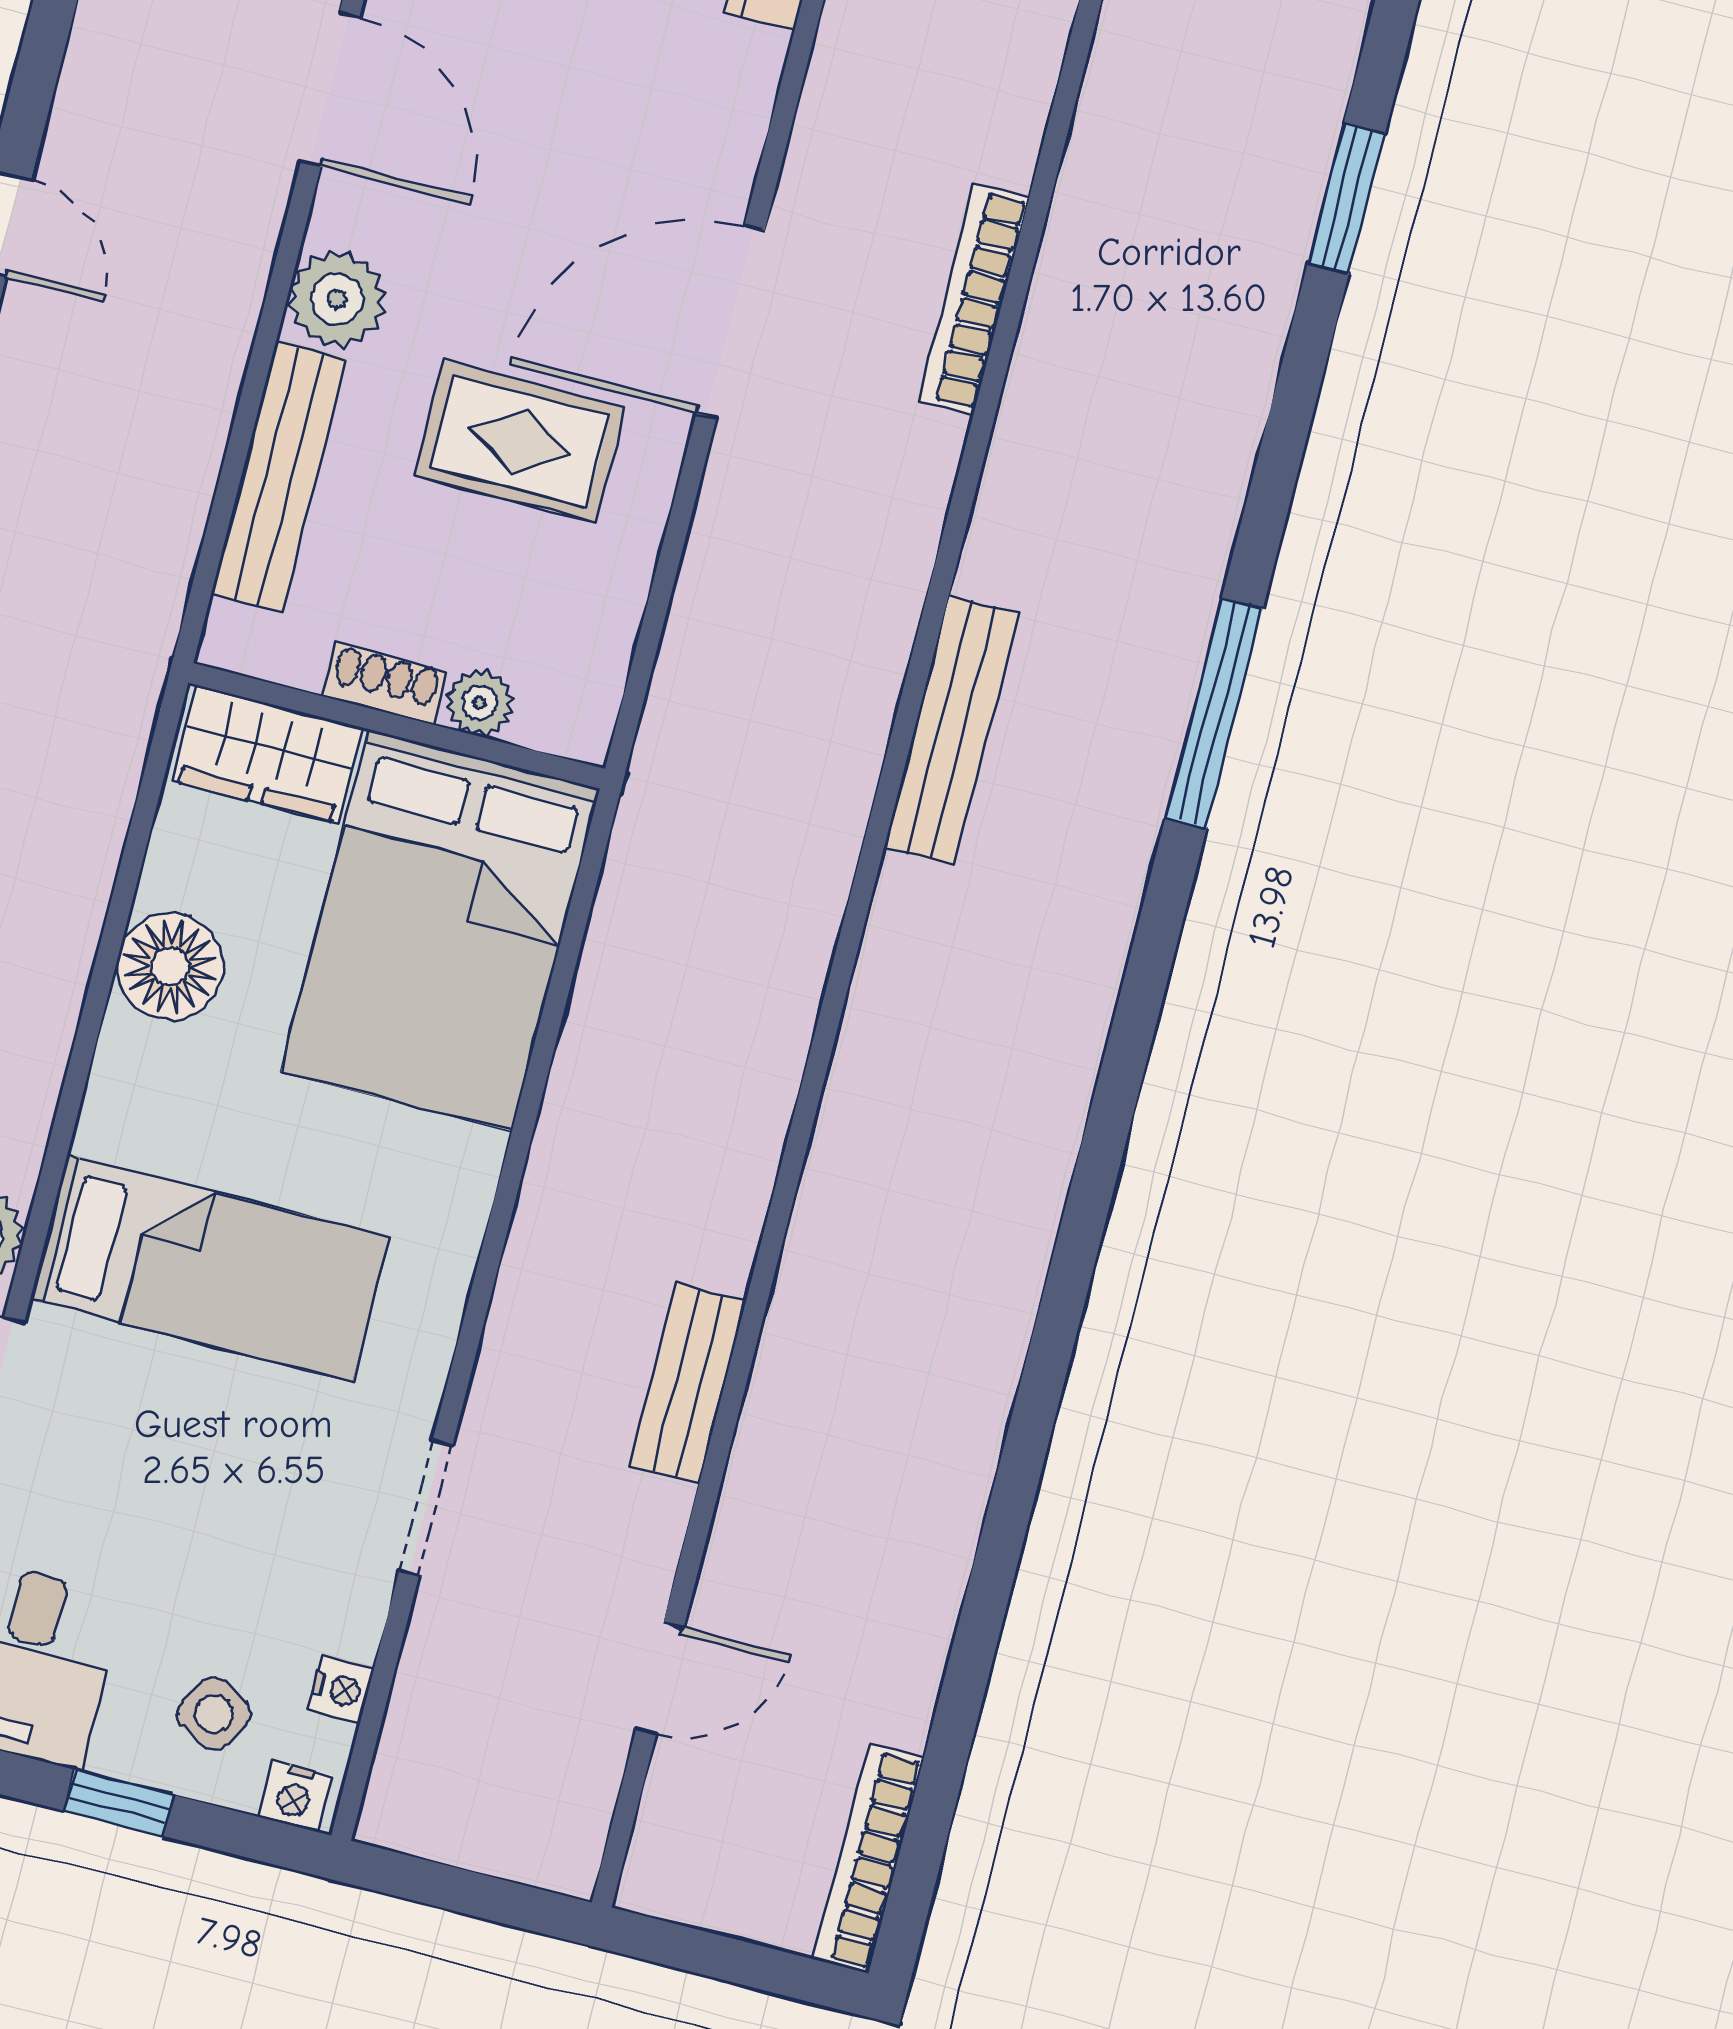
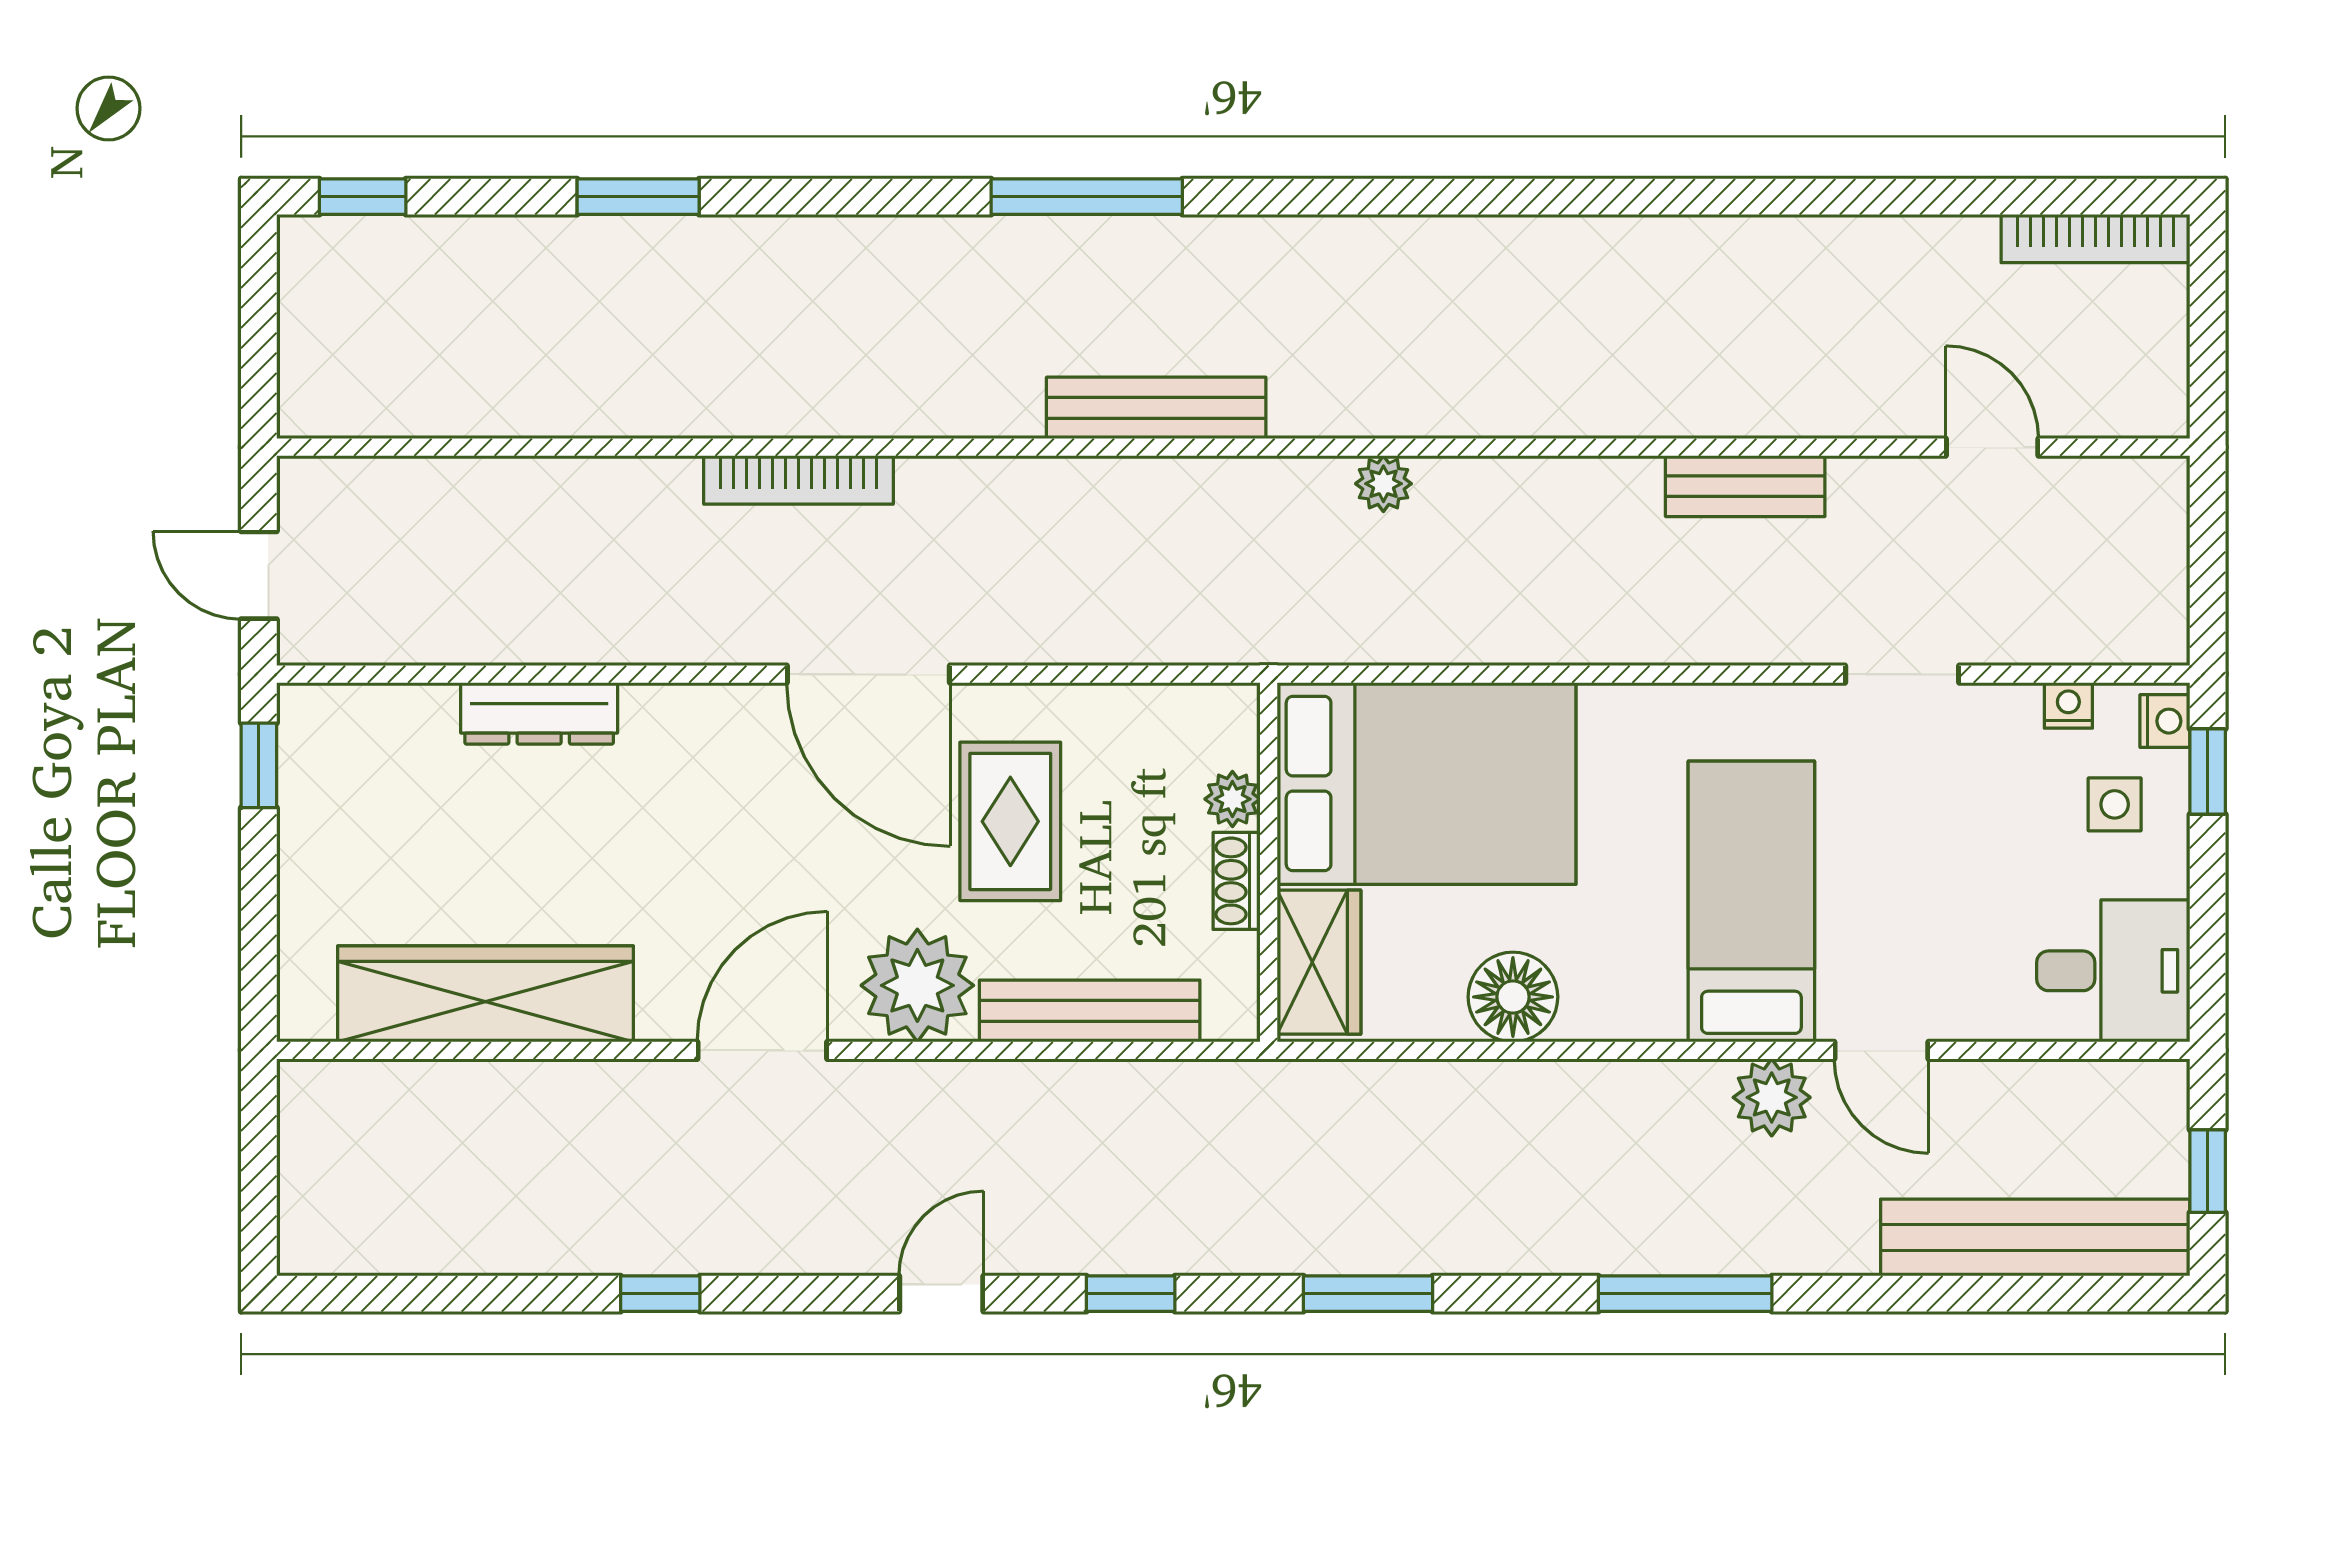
plant: (337, 299) -> (917, 985), width x1.36, depth x1.36
plant: (797, 969) -> (1383, 484), added
side table: (214, 1714) -> (2115, 804), turned -31
window: (119, 1803) -> (2208, 772), moved

